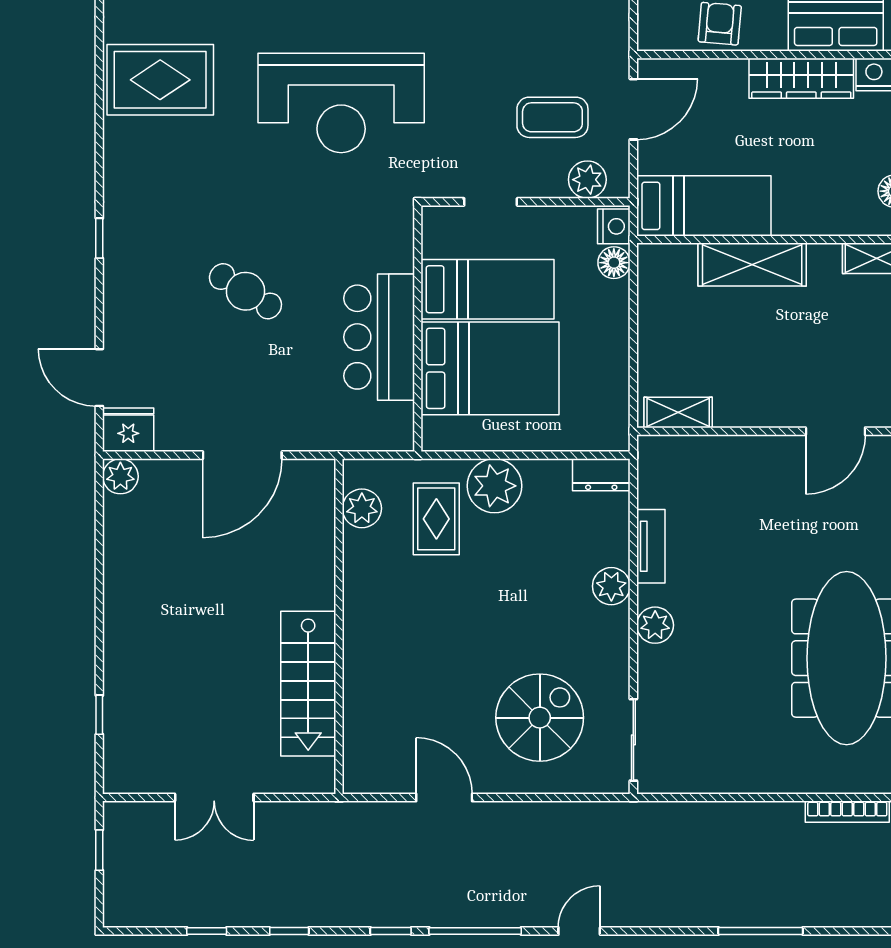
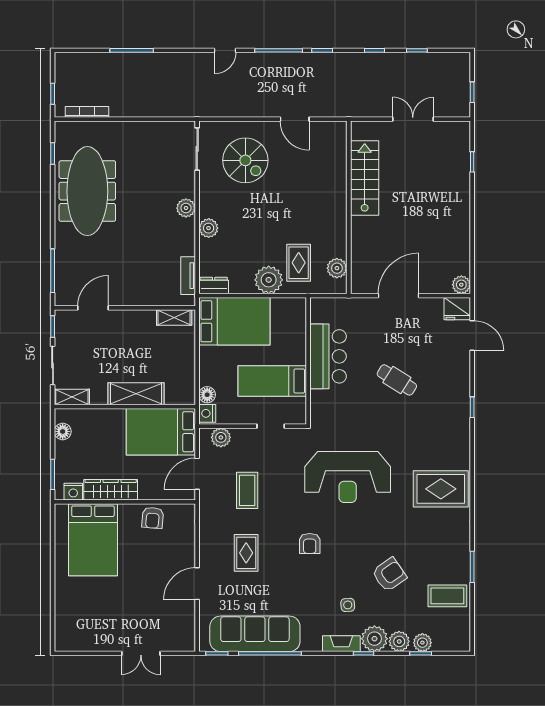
reception desk: (341, 103) -> (348, 477), turned 180
coffee table: (552, 117) -> (247, 490), moved, turned 90
bed: (704, 206) -> (161, 432), width x1.50
bed: (490, 368) -> (234, 321), moved, turned 180
tv unit: (651, 546) -> (188, 276), moved
spiral stairs: (540, 718) -> (245, 160), turned -90

